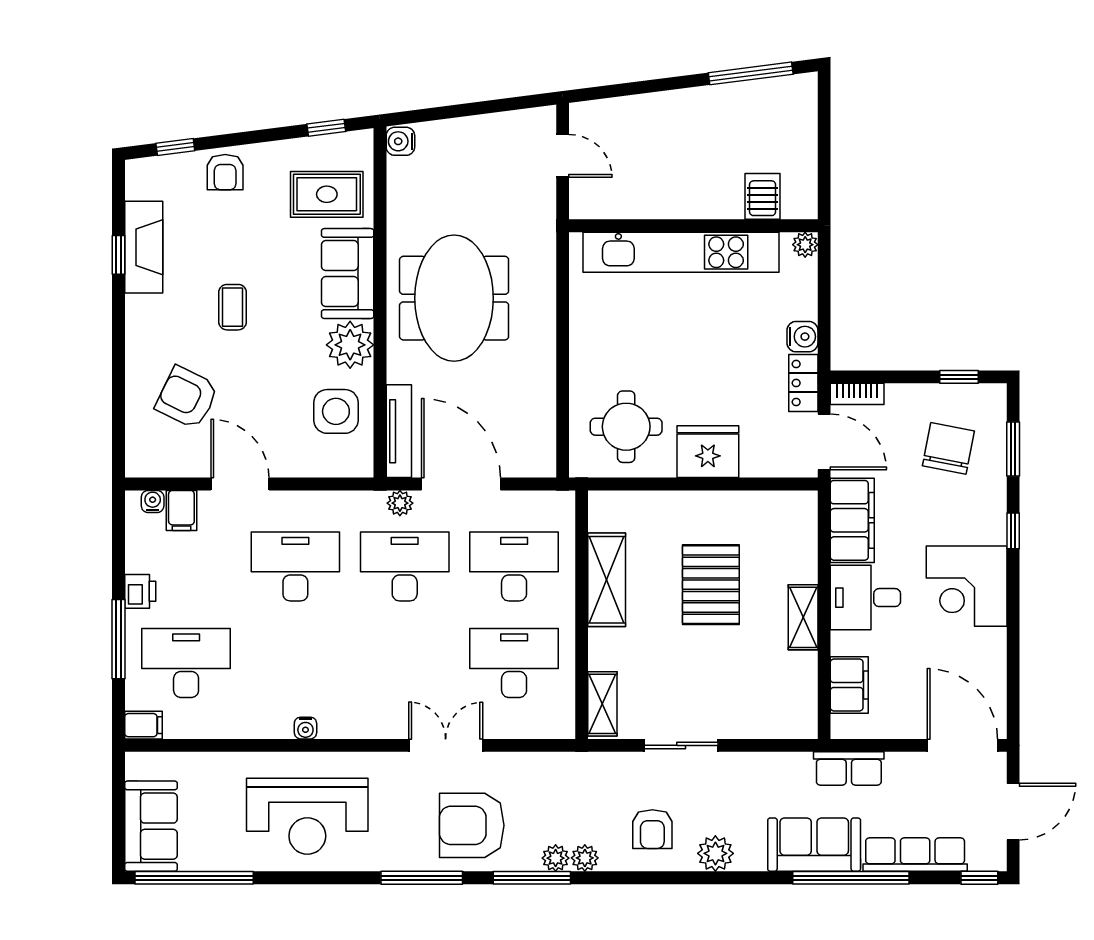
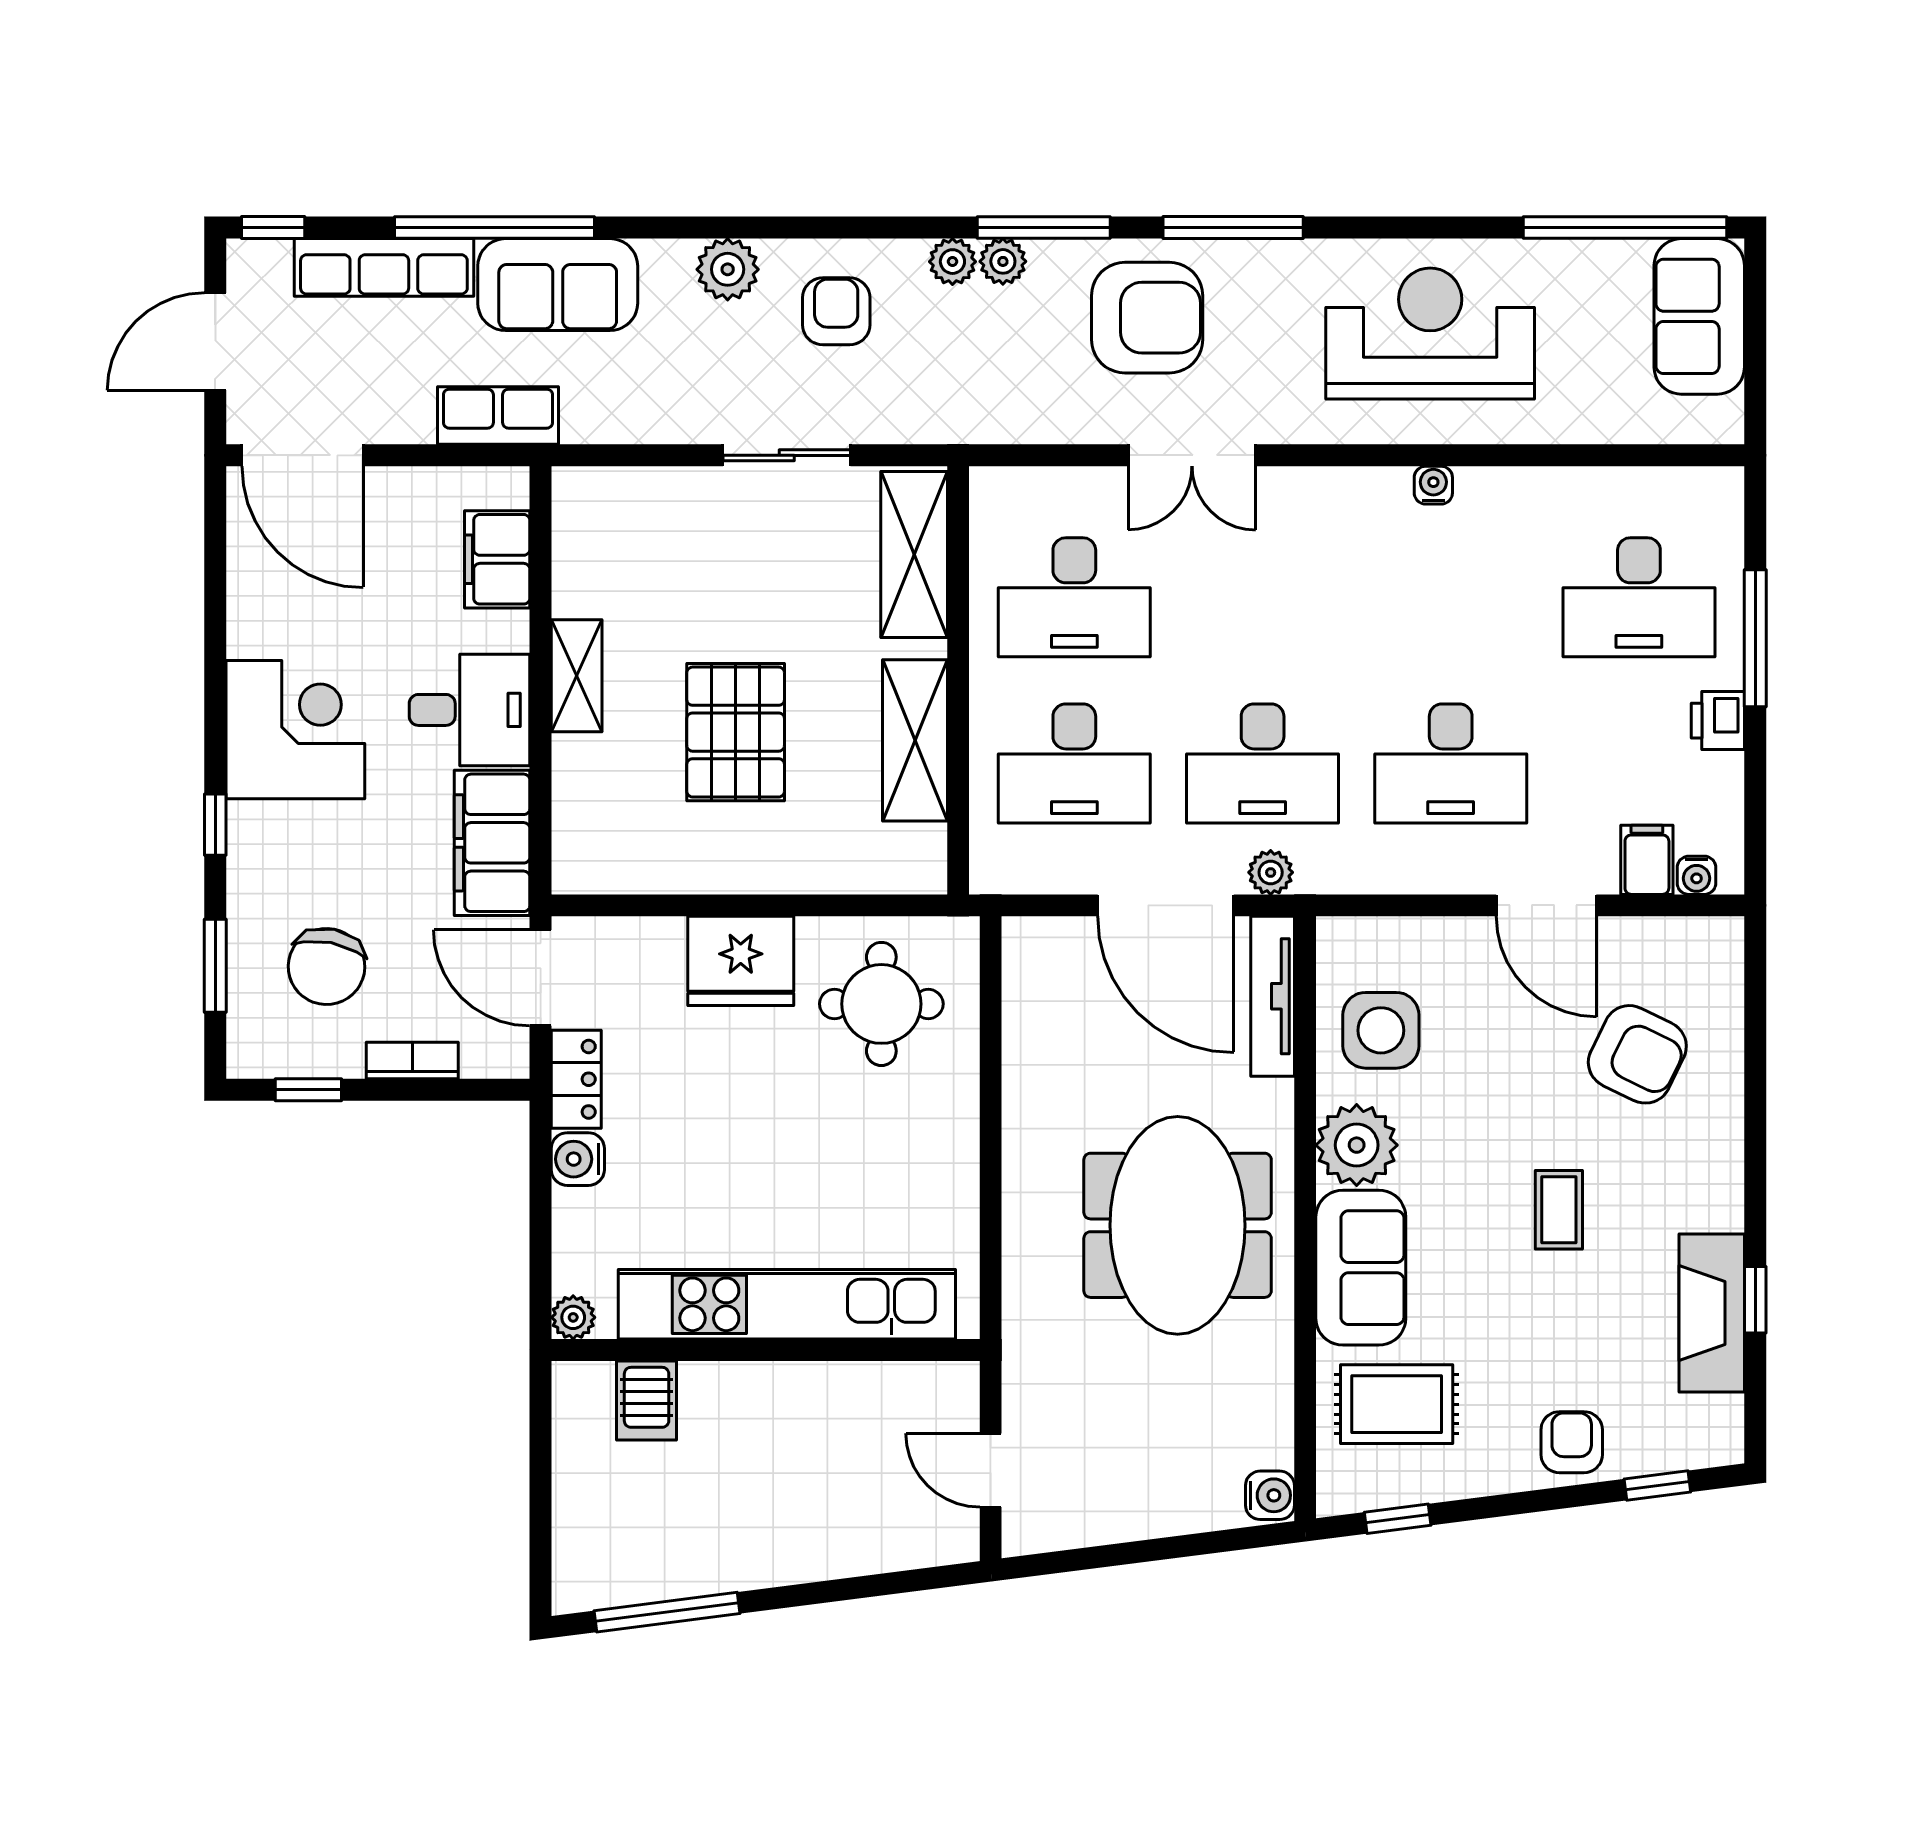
bookcase: (857, 394) -> (412, 1060), moved
shelving: (602, 704) -> (914, 555), width x1.50, depth x1.33
filing cabinet: (143, 725) -> (1712, 490), removed

